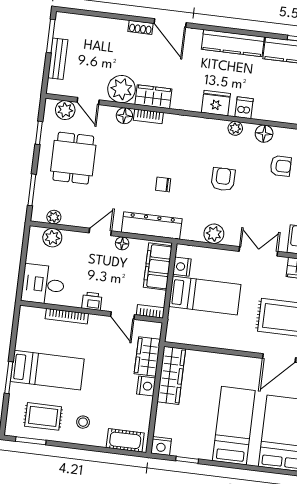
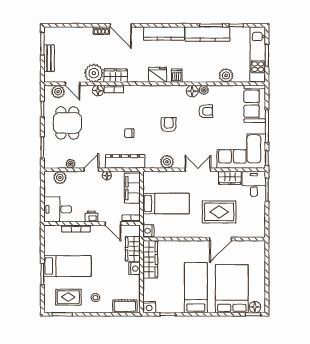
plant: (235, 128) -> (204, 90), moved
plant: (54, 217) -> (71, 164), moved
nightstand: (182, 267) -> (148, 231), moved

